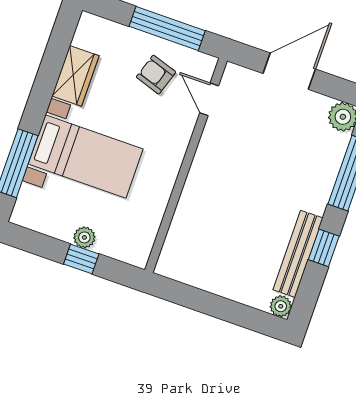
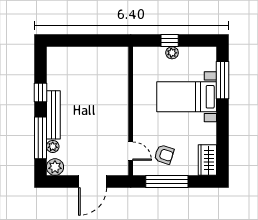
wardrobe: (76, 76) -> (207, 160), moved
bench: (298, 254) -> (53, 115), moved
plant: (281, 306) -> (53, 146), moved

